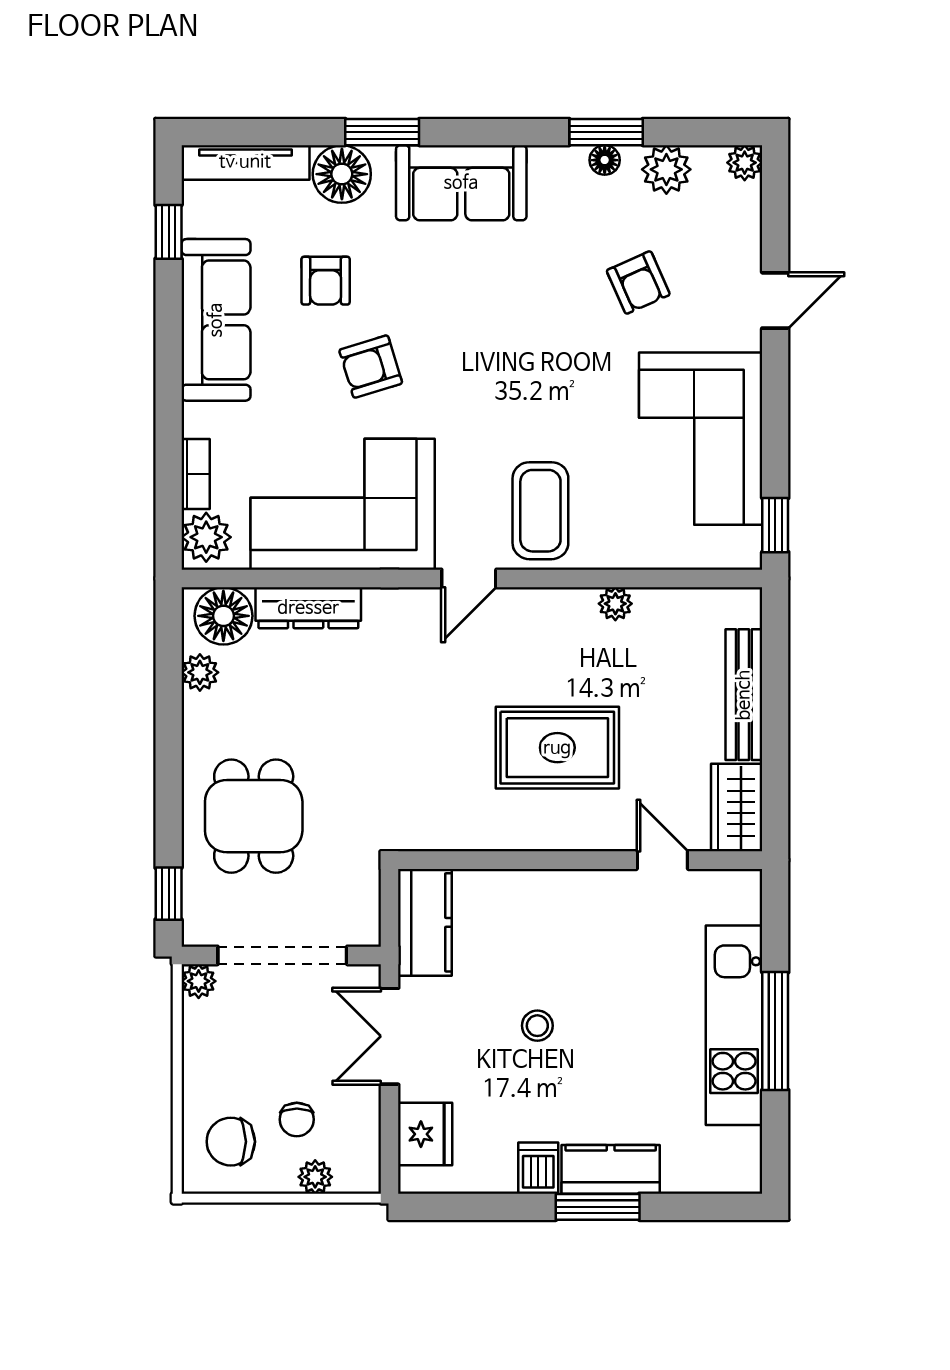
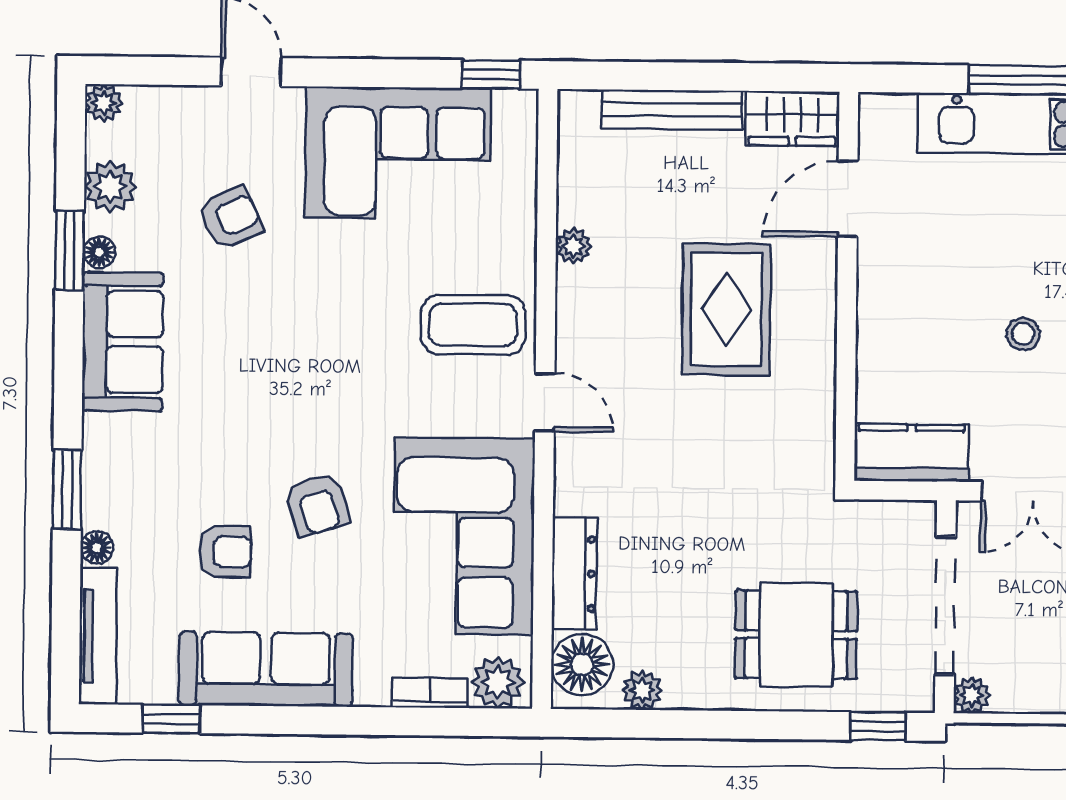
floor lamp: (342, 174) -> (97, 548), width x0.53, depth x0.53
sofa: (461, 183) -> (123, 342), moved
door: (662, 860) -> (848, 199), width x1.38

